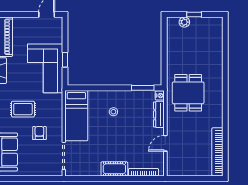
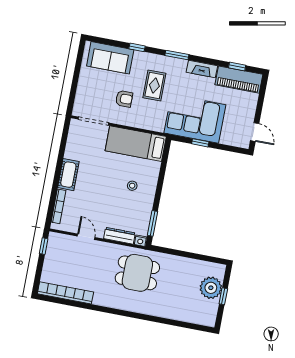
plant: (184, 22) -> (211, 288), width x1.87, depth x1.87
window: (180, 178) -> (44, 246), added

